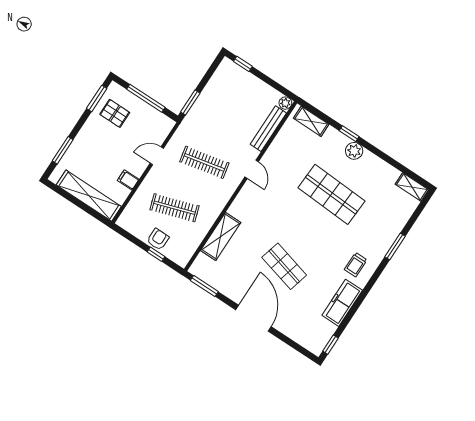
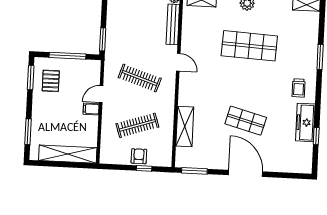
pallet: (115, 113) -> (51, 81), turned 90
clothes rail: (204, 162) -> (140, 78), turned 30
filing cabinet: (128, 180) -> (91, 109), moved
window: (330, 345) -> (316, 136), moved

